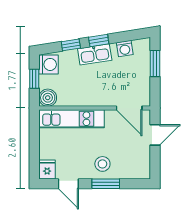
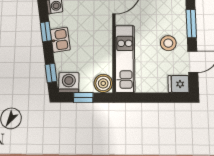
window: (71, 45) -> (51, 73), moved
kitchen sink: (95, 54) -> (60, 40), width x0.73
stool: (102, 164) -> (168, 43), moved

